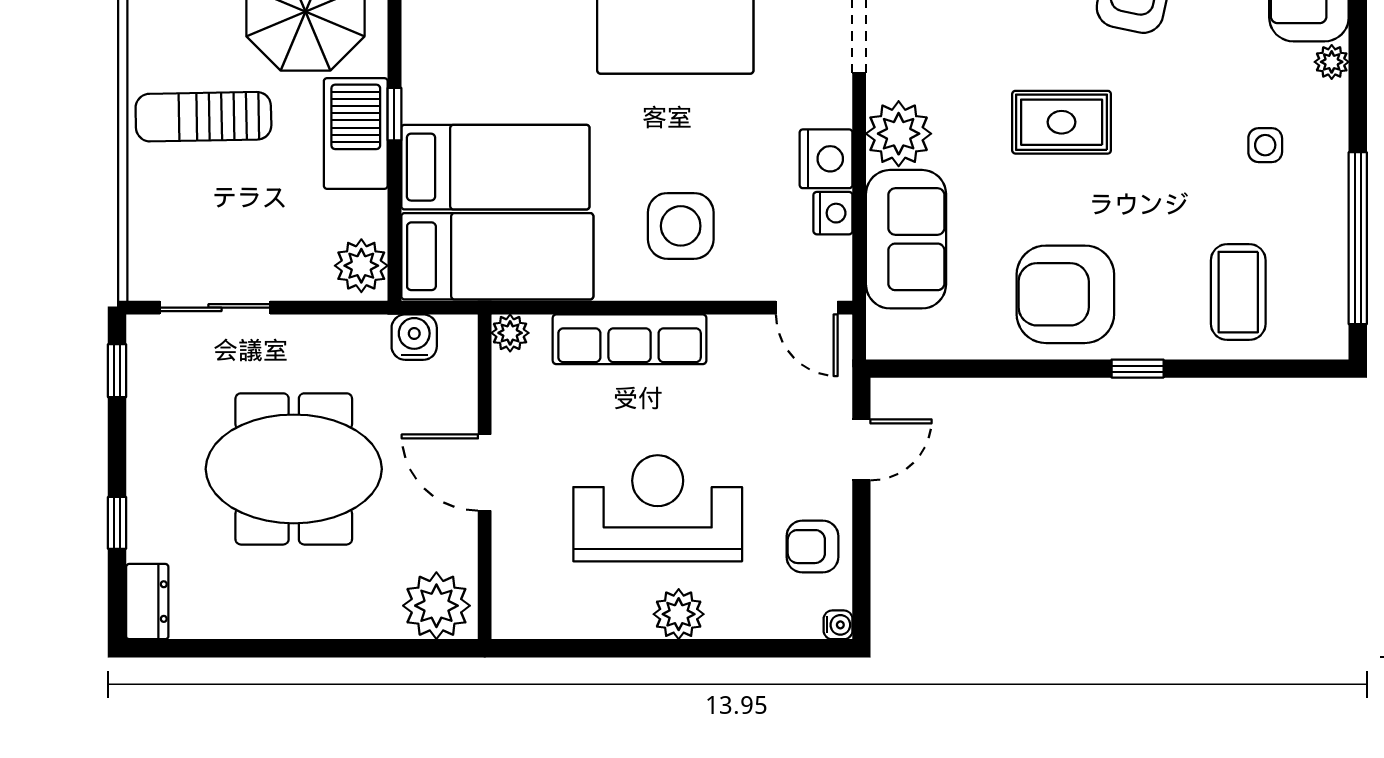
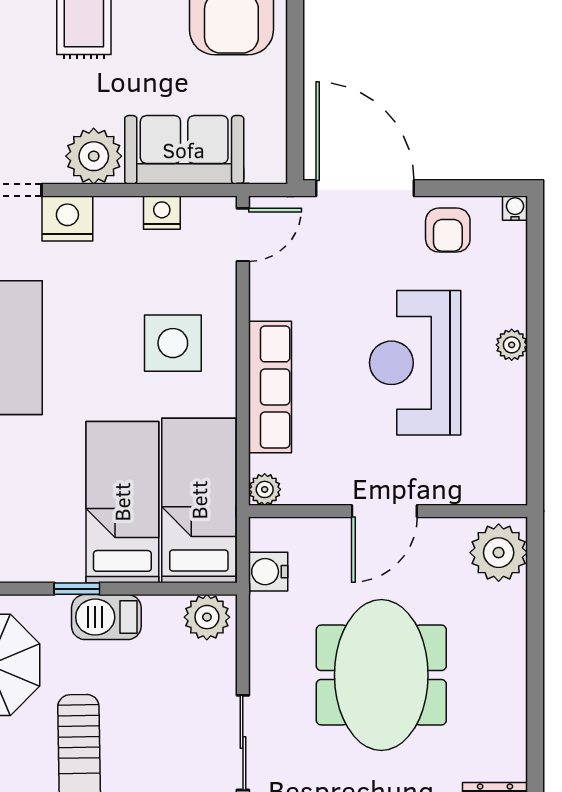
barbecue: (356, 133) -> (106, 617), width x0.73, depth x0.83
nightstand: (826, 159) -> (67, 218), moved
door: (861, 450) -> (365, 188), width x1.88
plant: (679, 614) -> (512, 345), width x0.73, depth x0.73

